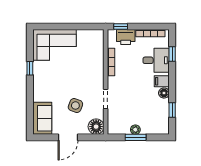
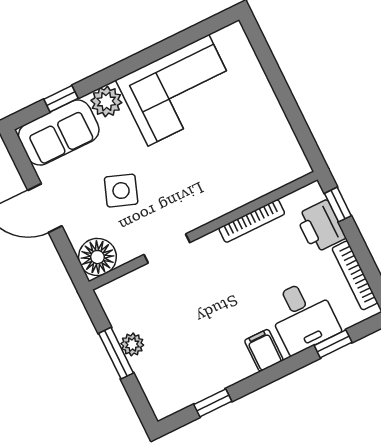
corner sofa: (54, 45) -> (178, 90), moved, turned -90
window: (30, 68) -> (61, 99), moved
floor lamp: (164, 93) -> (241, 367), removed
plant: (39, 95) -> (106, 102), added

